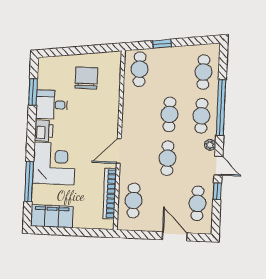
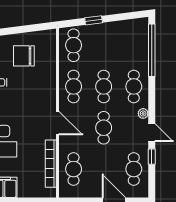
cafe table: (203, 72) -> (74, 86), moved
chair: (86, 78) -> (24, 56), turned -90
window: (221, 107) -> (152, 50), moved
door: (119, 151) -> (58, 123), swing flipped

